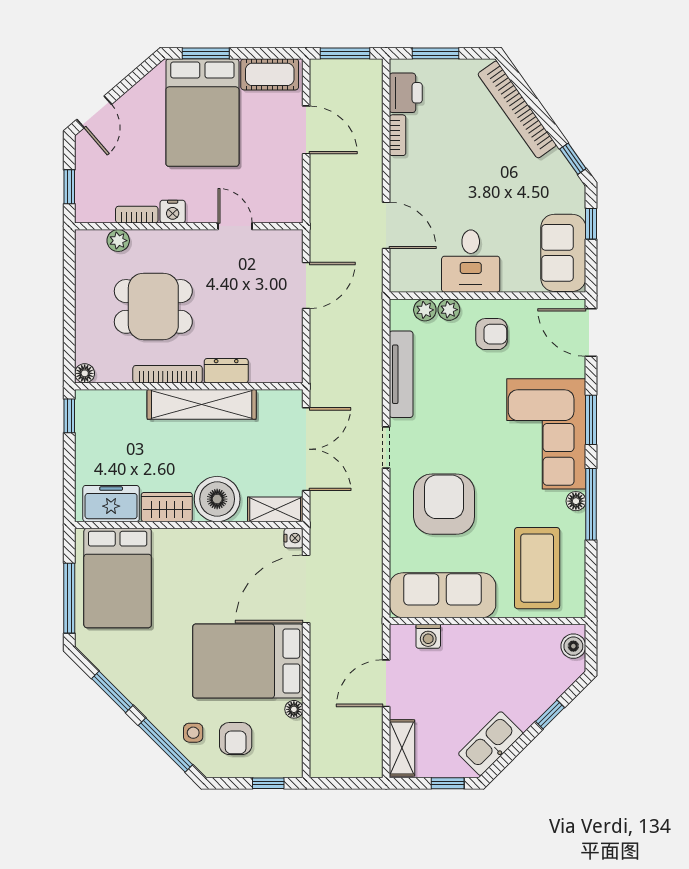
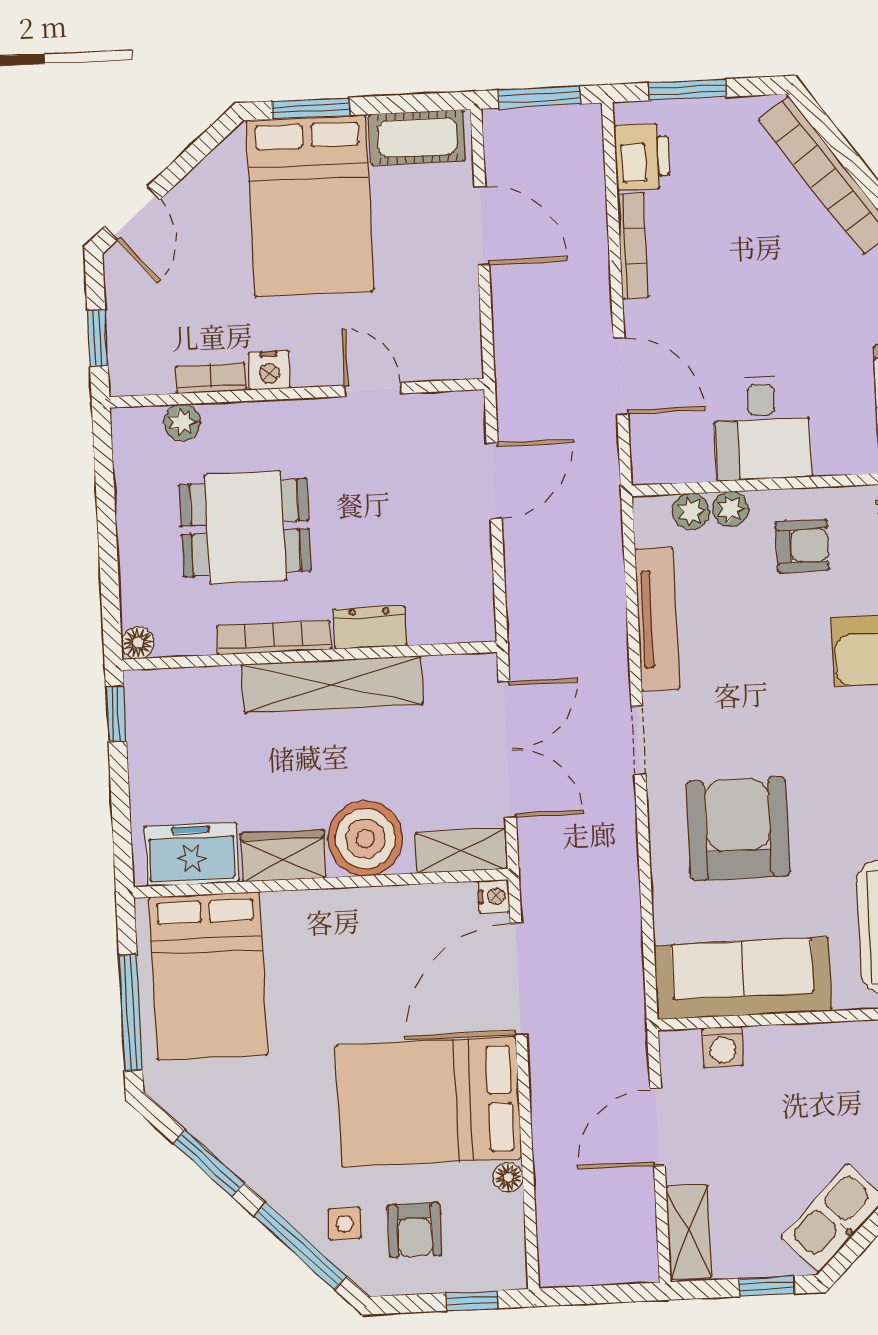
bookcase: (398, 135) -> (633, 246), width x1.56

